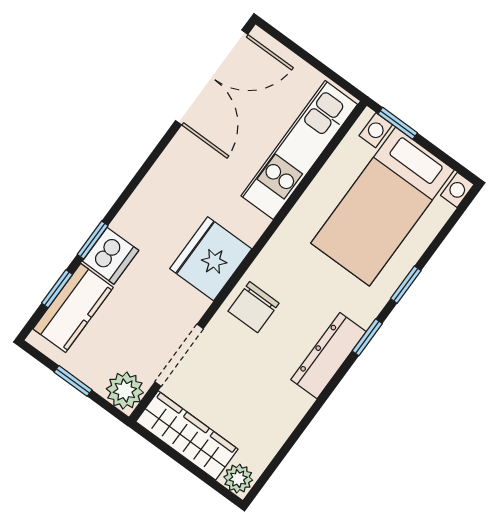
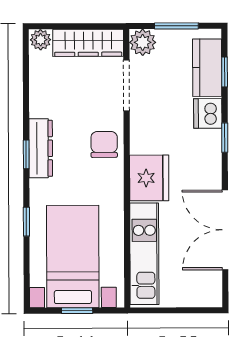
double door: (212, 77) -> (225, 230), moved
window: (398, 123) -> (77, 311), moved
window: (93, 240) -> (225, 138), moved
fridge: (211, 259) -> (149, 178), moved
window: (367, 337) -> (26, 154), moved
window: (73, 381) -> (176, 26), width x1.50

